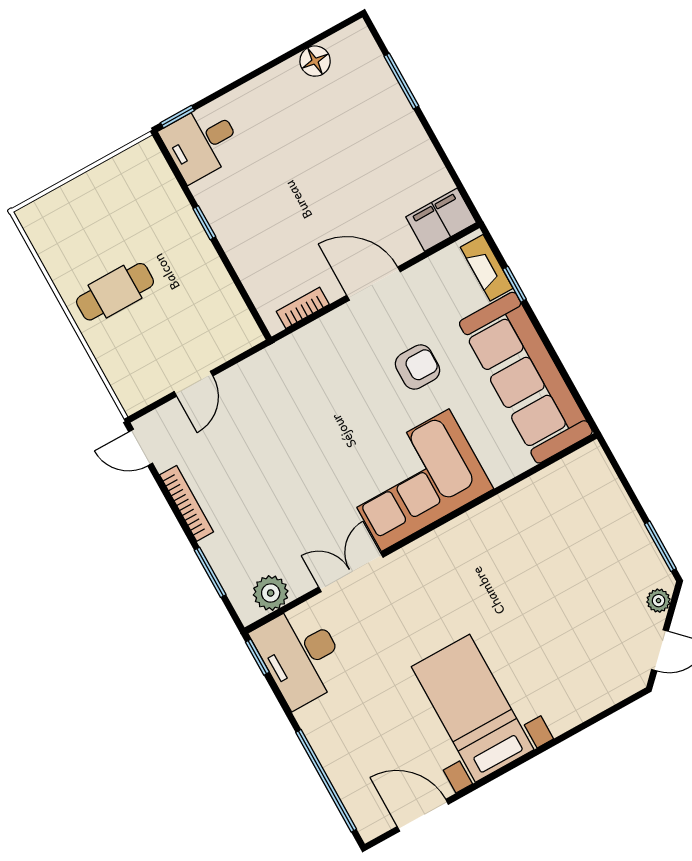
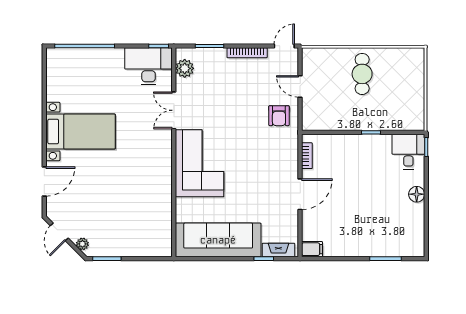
floor lamp: (315, 61) -> (417, 194), moved
filing cabinet: (441, 220) -> (312, 249), width x0.50
armchair: (418, 367) -> (279, 116), moved
double door: (351, 572) -> (174, 110), swing flipped
door: (423, 815) -> (44, 181), moved

